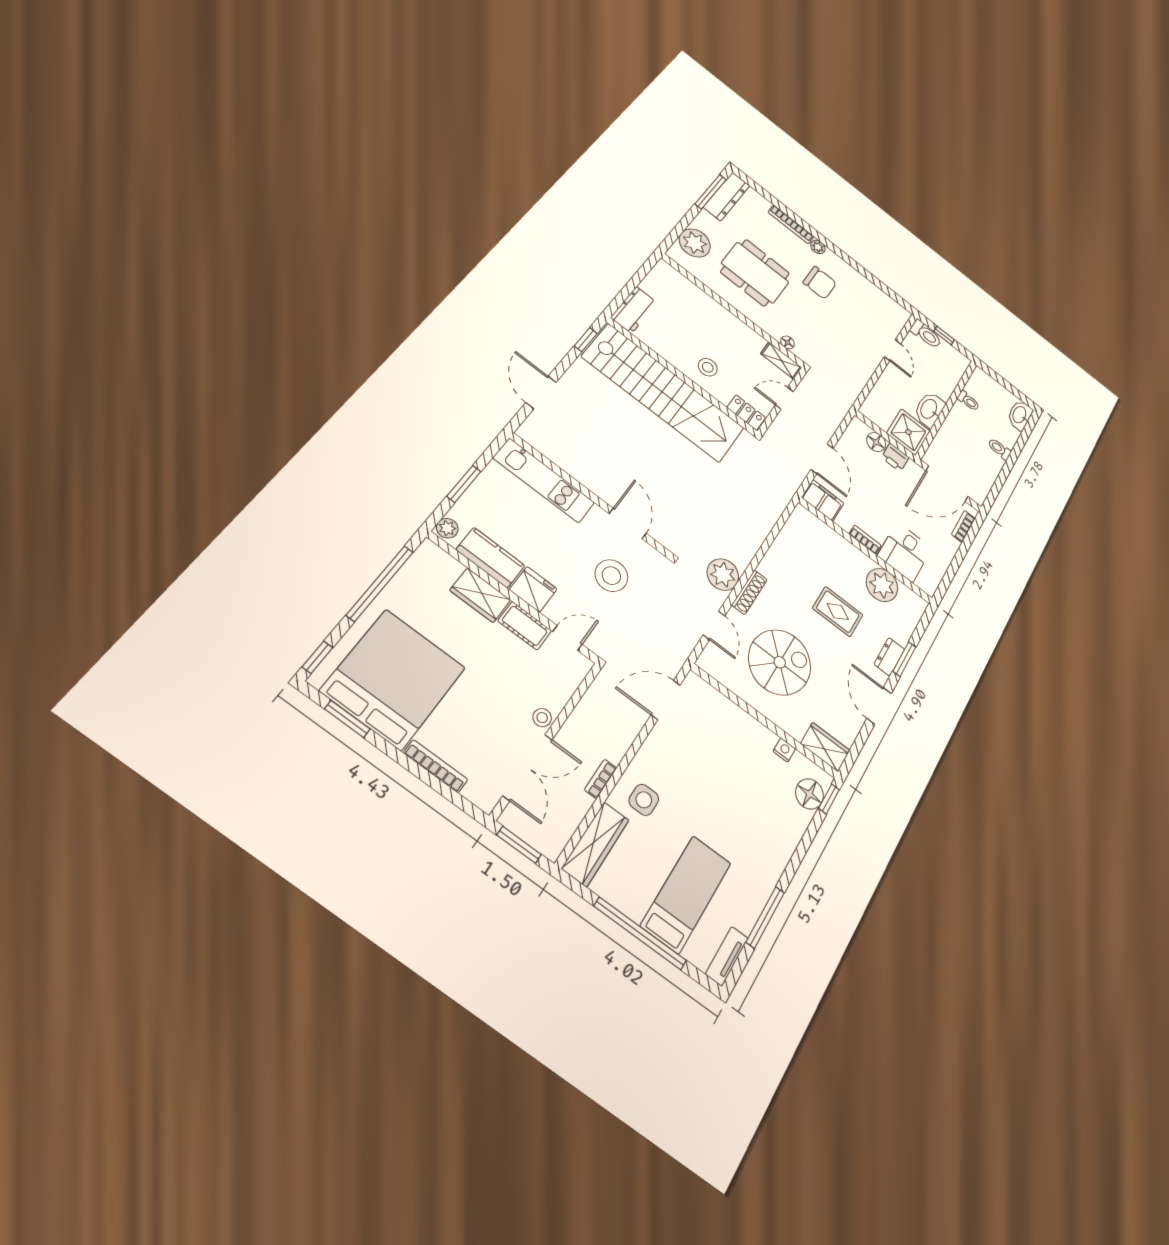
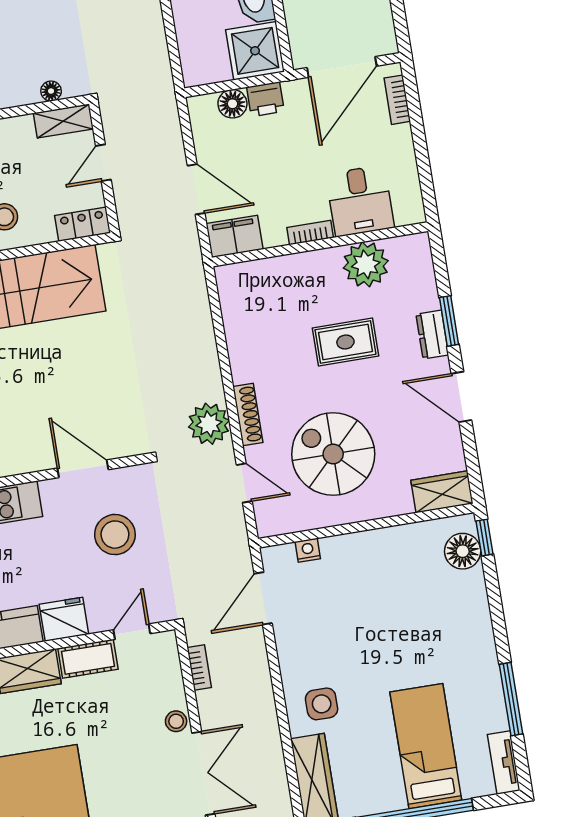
spiral stairs: (780, 662) -> (333, 454), turned -90
nightstand: (784, 750) -> (308, 550), moved
bookcase: (601, 779) -> (199, 667), moved, turned 180

